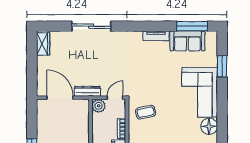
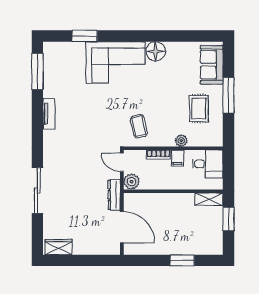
sofa: (187, 41) -> (55, 77), removed
door: (60, 98) -> (122, 227), swing flipped

